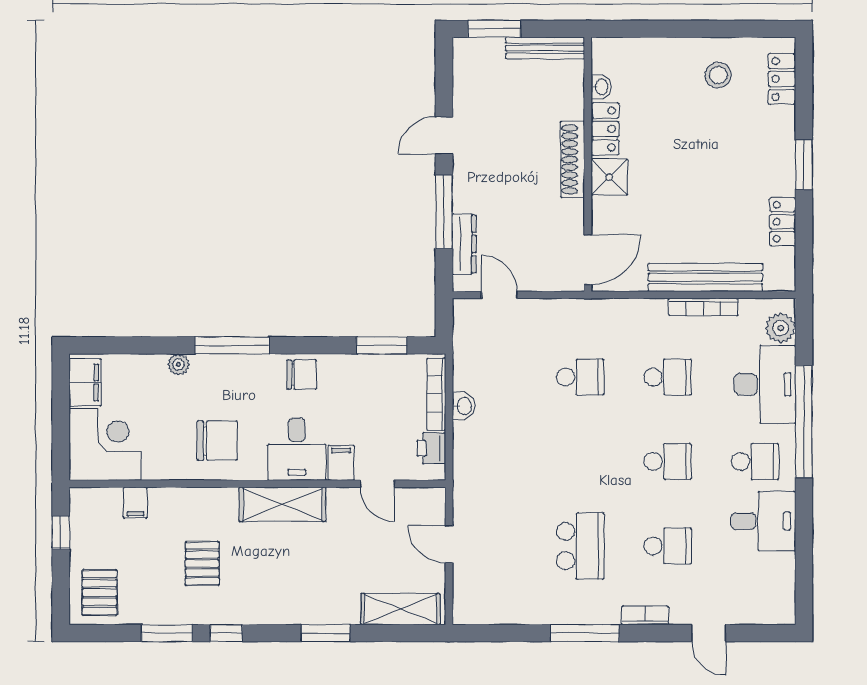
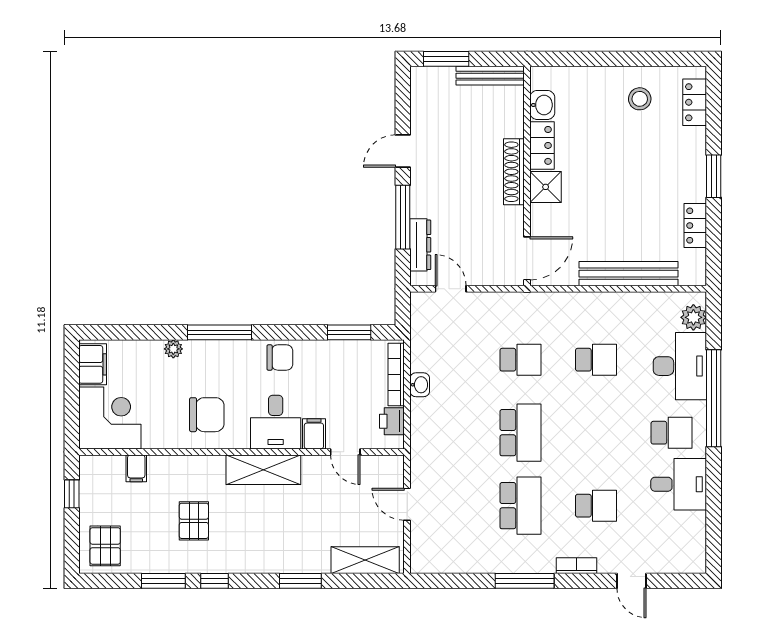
washbasin: (601, 87) -> (542, 105), width x1.38, depth x1.45
bookcase: (703, 307) -> (627, 299), removed
school desk: (668, 461) -> (520, 433), moved, width x1.85

